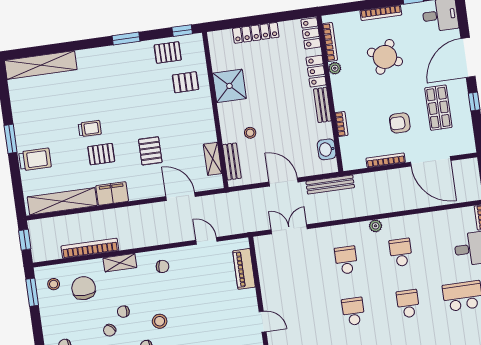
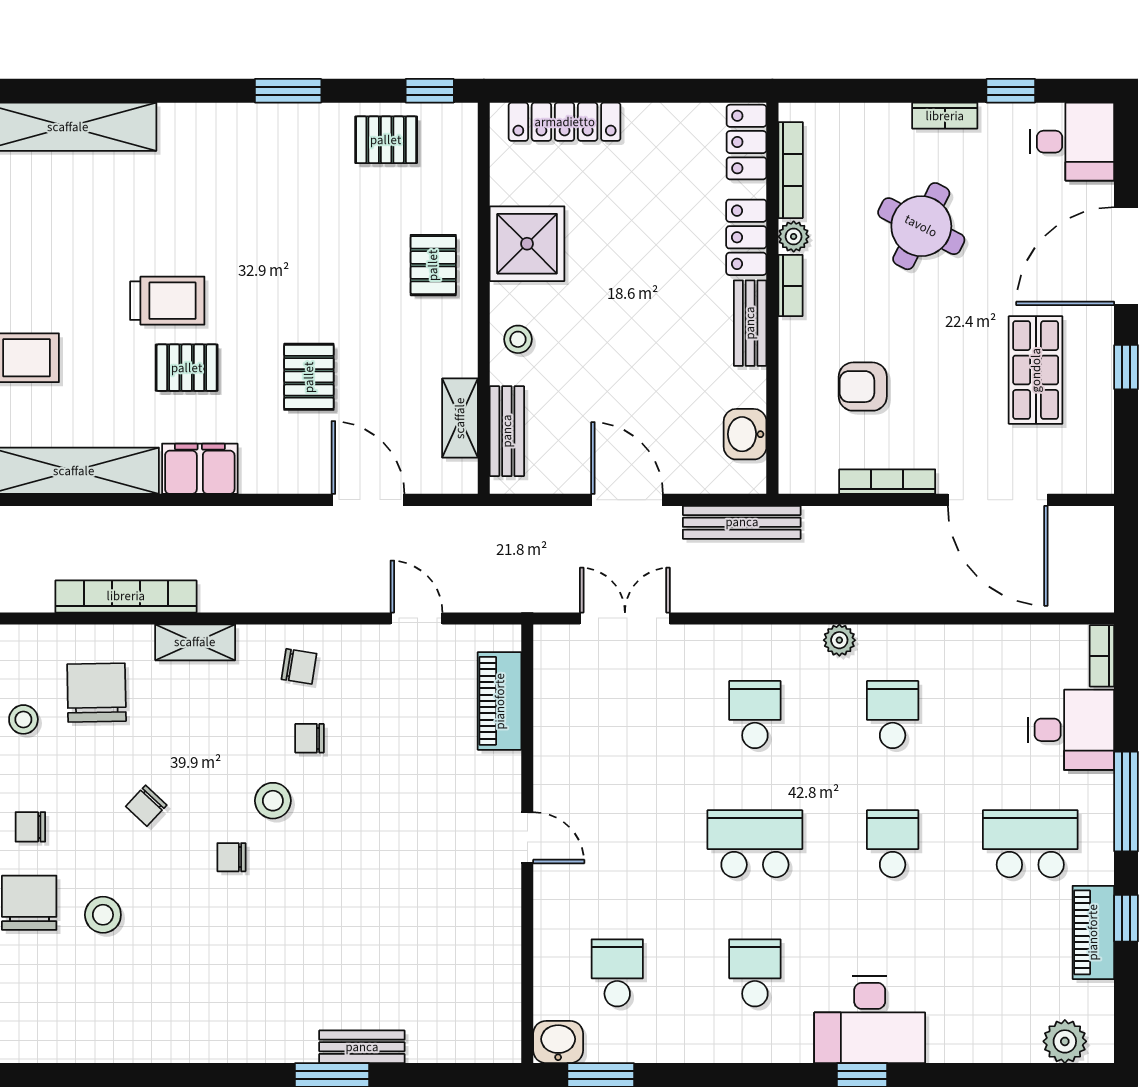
bookcase: (381, 13) -> (945, 116), width x0.64
locker: (256, 33) -> (565, 122), moved
pallet: (186, 82) -> (433, 265), moved, turned 90
armchair: (400, 123) -> (863, 387), moved
bookcase: (341, 124) -> (790, 286), moved
trolley: (90, 129) -> (167, 301), width x1.36, depth x1.39
stool: (250, 133) -> (518, 339), moved
stool: (54, 284) -> (23, 719), moved
school desk: (353, 311) -> (755, 844), width x1.85
chair: (123, 312) -> (309, 738), moved

